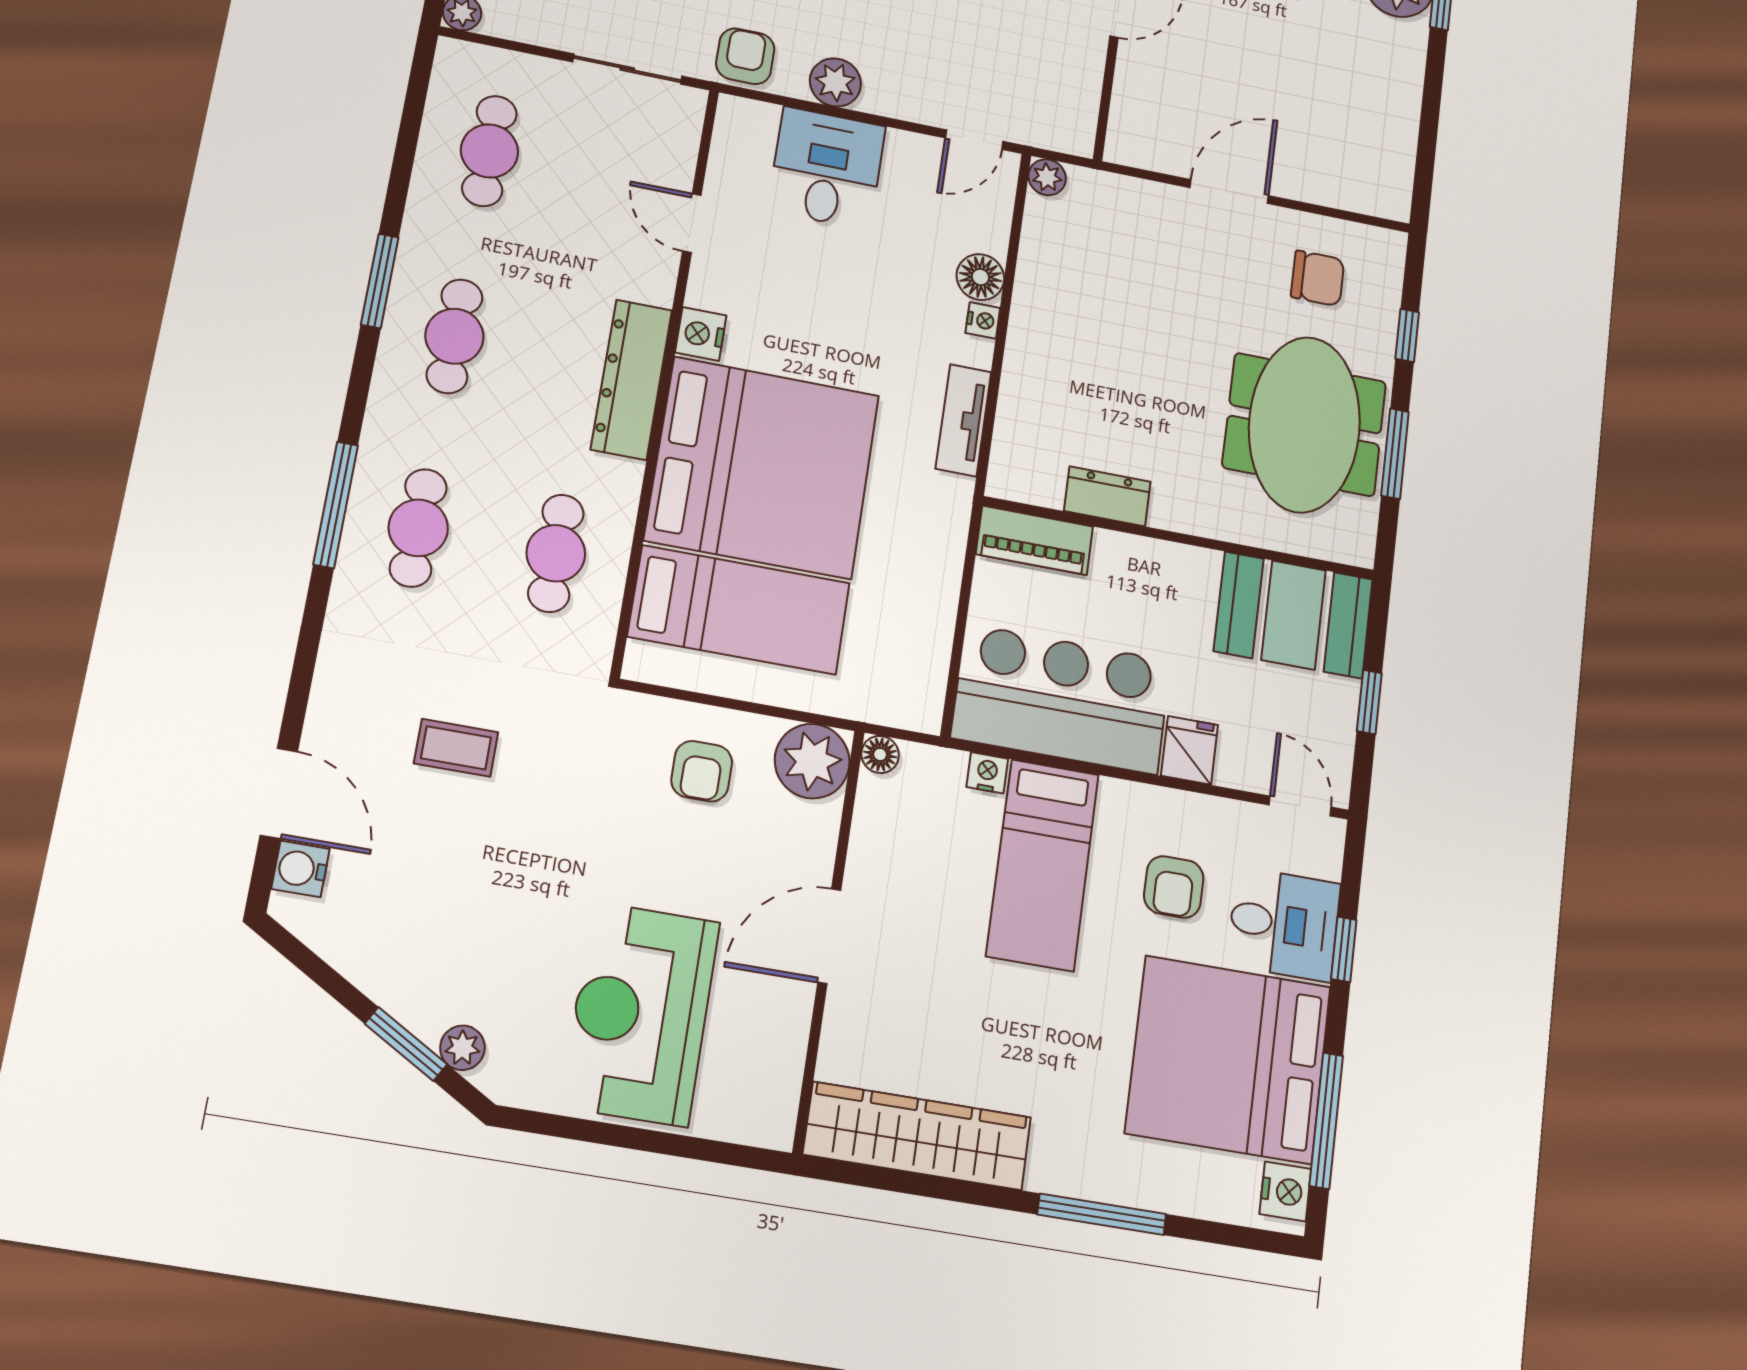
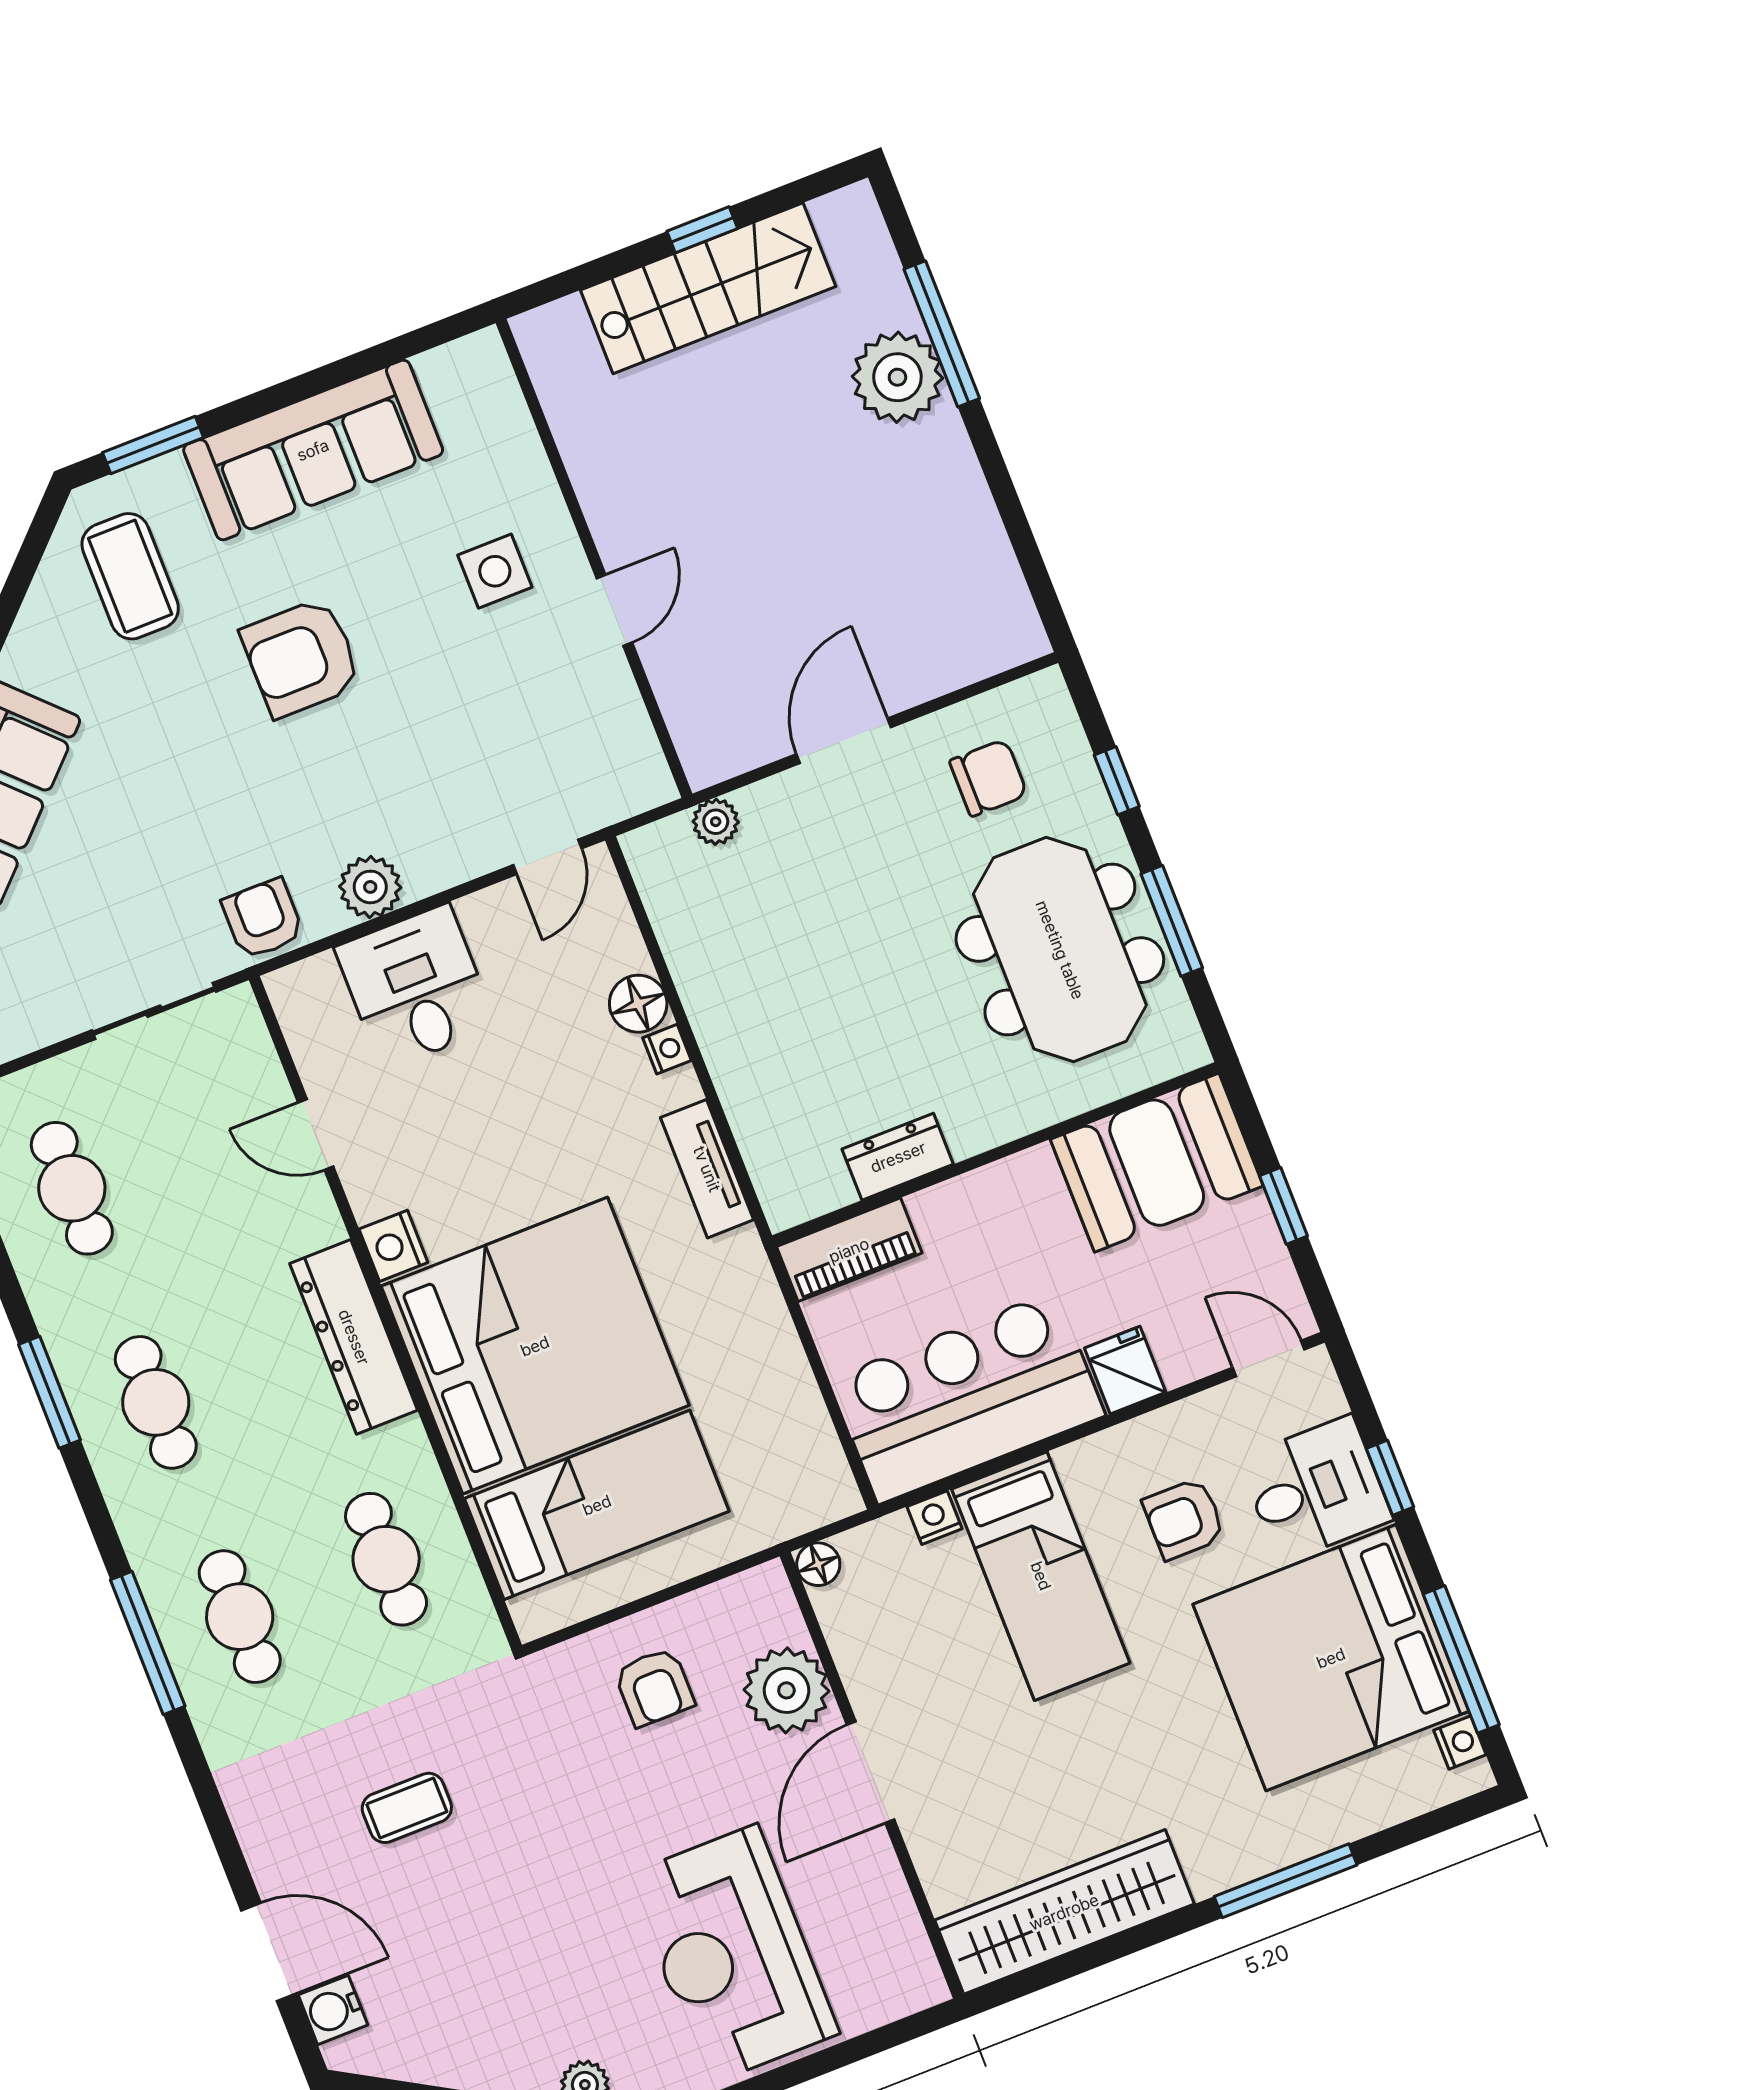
plant: (1047, 177) -> (716, 822), moved
plant: (812, 761) -> (786, 1690), moved
armchair: (1174, 887) -> (1184, 1519), turned 90
nightstand: (1285, 1191) -> (1460, 1742), width x0.72, depth x0.74

